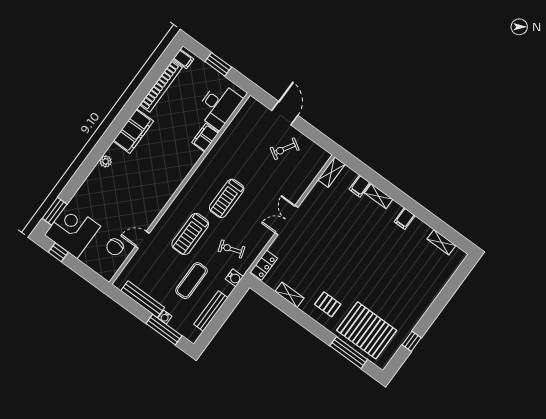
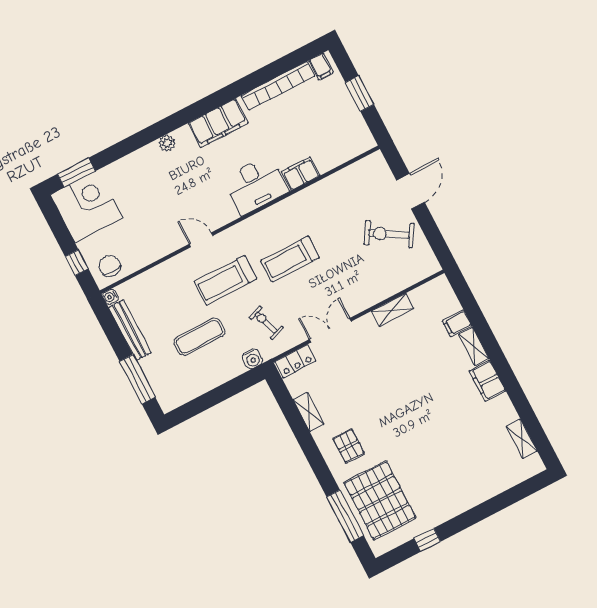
desk: (219, 106) -> (256, 185), moved
exercise bike: (285, 149) -> (389, 234), width x1.38, depth x1.39
shelving: (331, 172) -> (393, 310), moved
filing cabinet: (405, 219) -> (487, 381), width x2.00
double door: (286, 220) -> (330, 330), moved
door: (142, 240) -> (201, 240), moved
chair: (115, 247) -> (110, 266), moved, turned 90
window: (58, 252) -> (77, 263), moved
bench: (211, 311) -> (205, 385), removed
water cooler: (165, 317) -> (110, 297), moved

